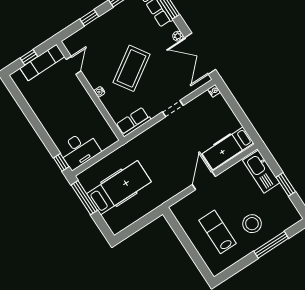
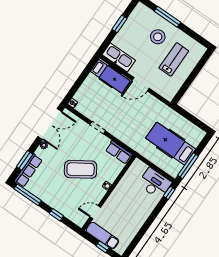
kitchen sink: (261, 172) -> (119, 57), moved, turned -90
lab bench: (217, 232) -> (174, 59), turned 180

